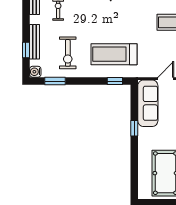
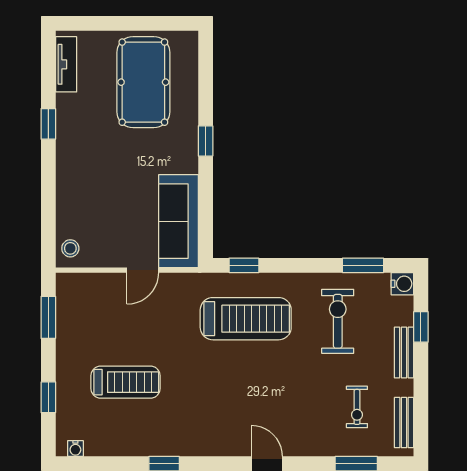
bench: (34, 42) -> (404, 353), width x0.73
window: (134, 128) -> (206, 141), moved

